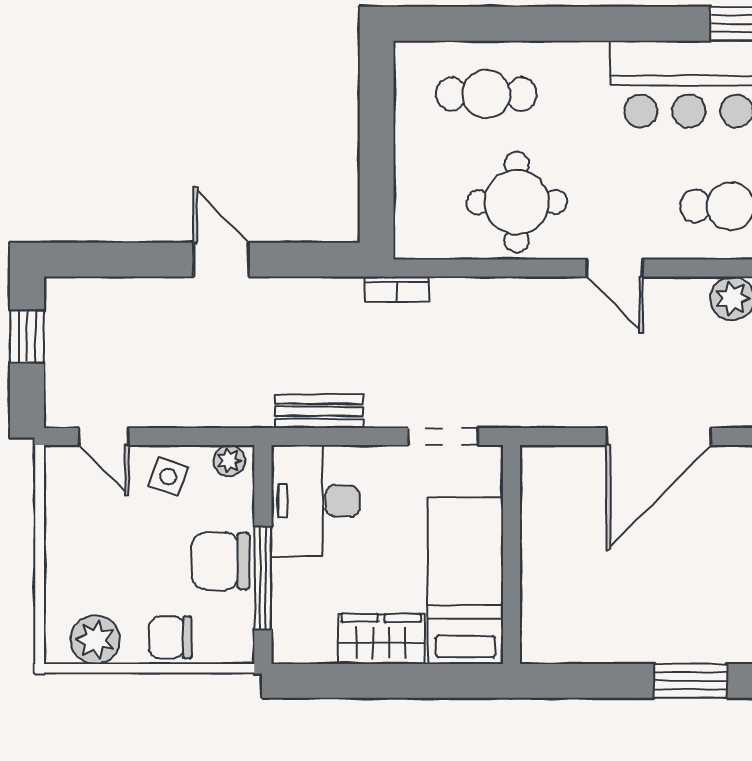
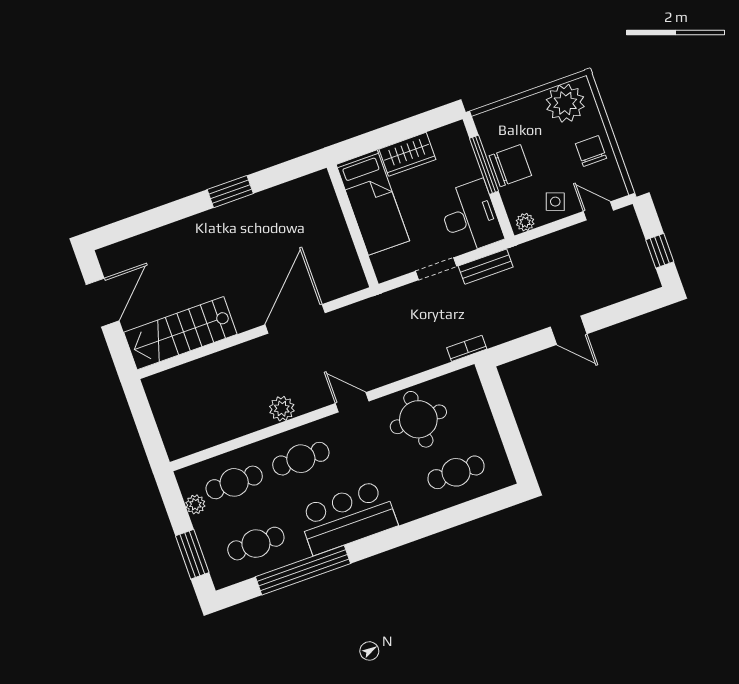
doorway: (443, 437) -> (436, 269), moved
chair: (171, 637) -> (591, 151), moved, turned -90
plant: (95, 640) -> (565, 103), width x1.36, depth x1.36

